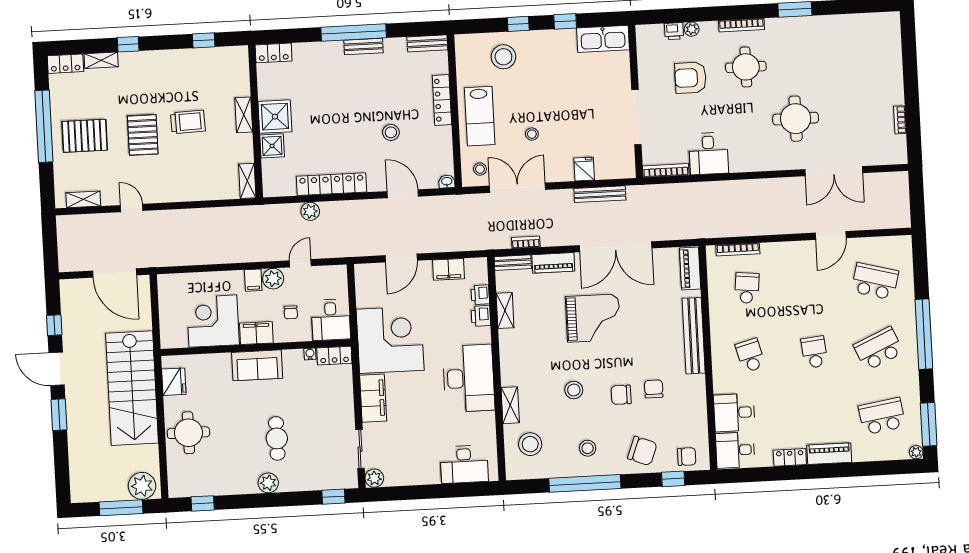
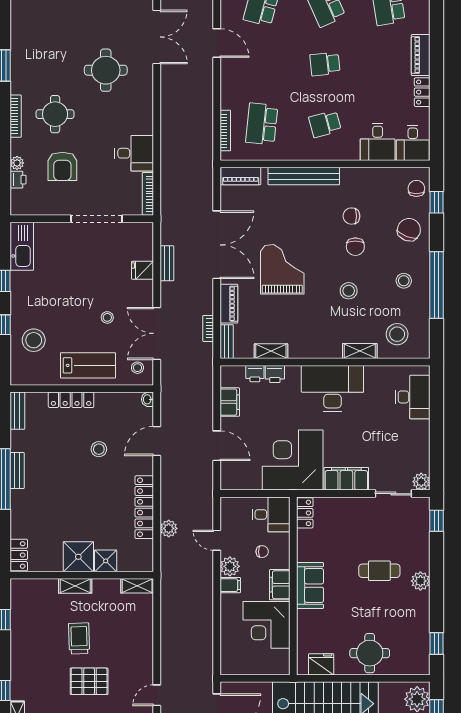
bench: (600, 194) -> (167, 263), width x0.73
school desk: (747, 288) -> (262, 124), width x1.85
water cooler: (310, 354) -> (302, 536), removed

